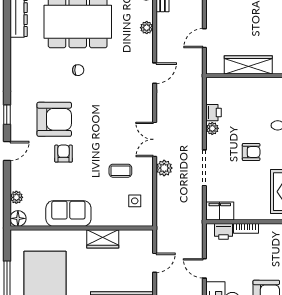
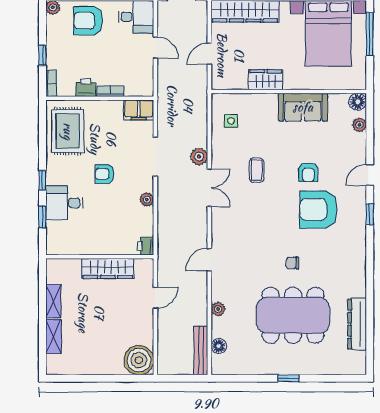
printer: (213, 113) -> (146, 246), moved
coffee table: (120, 171) -> (257, 170), moved, turned 90
printer: (223, 231) -> (86, 88), moved

